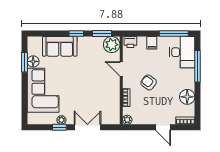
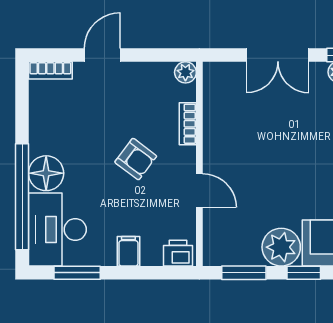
window: (174, 34) -> (77, 273), width x0.69
plant: (112, 45) -> (281, 247), moved
window: (198, 66) -> (22, 197), width x1.46
floor lamp: (187, 97) -> (46, 173), moved
door: (163, 127) -> (102, 55), hinge flipped

